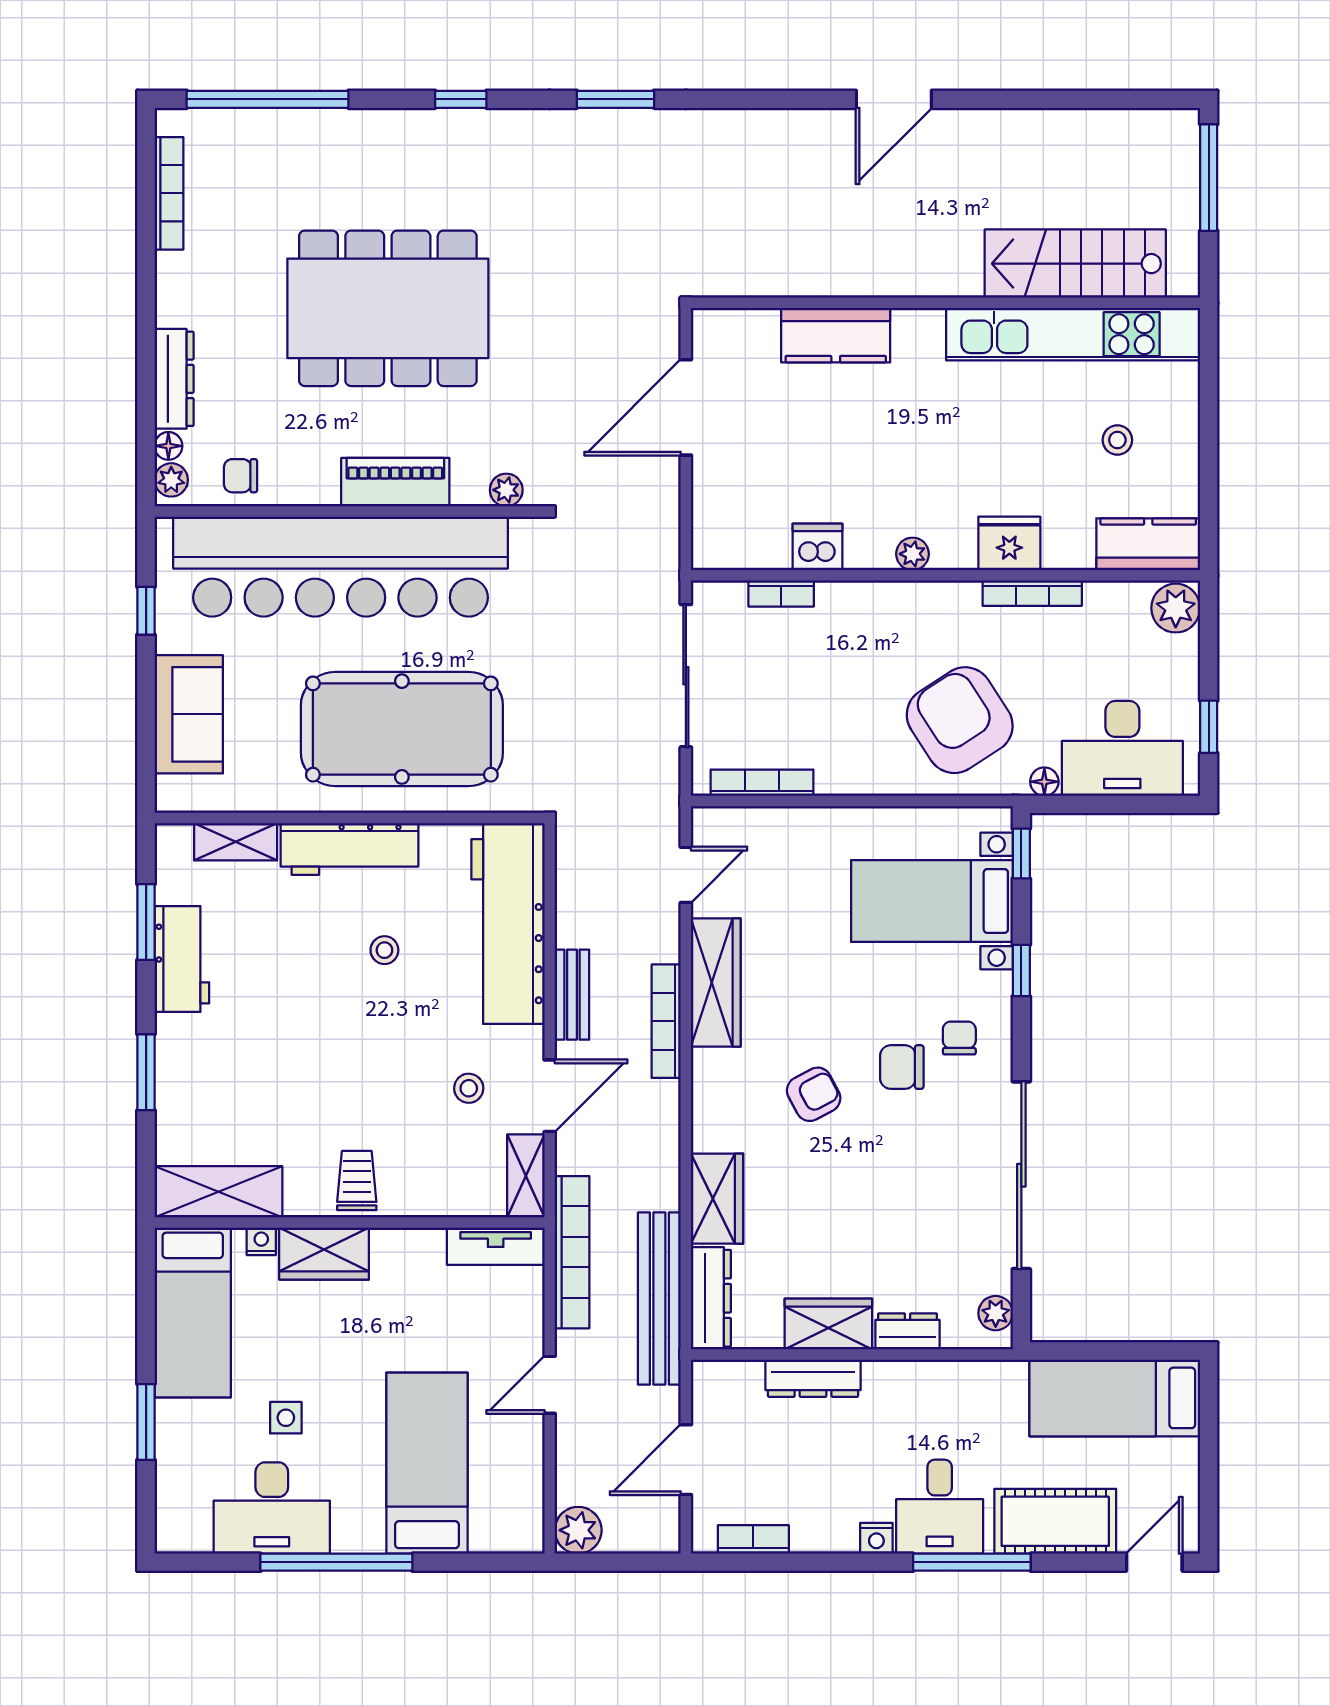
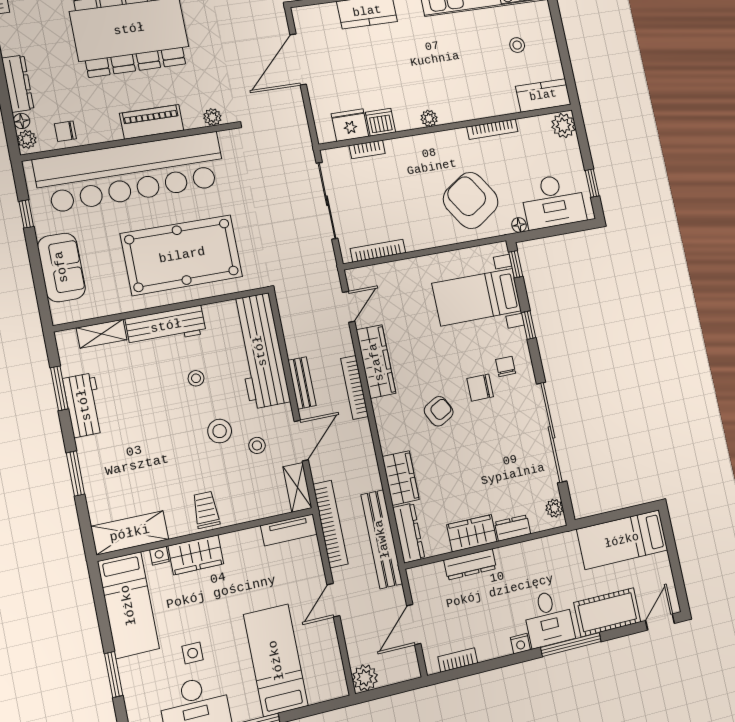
fridge: (1009, 543) -> (350, 125), moved
stool: (408, 1050) -> (220, 431), added

